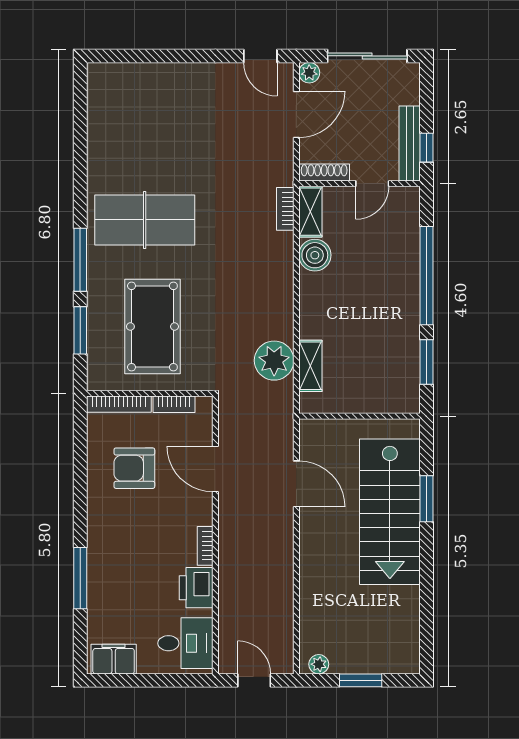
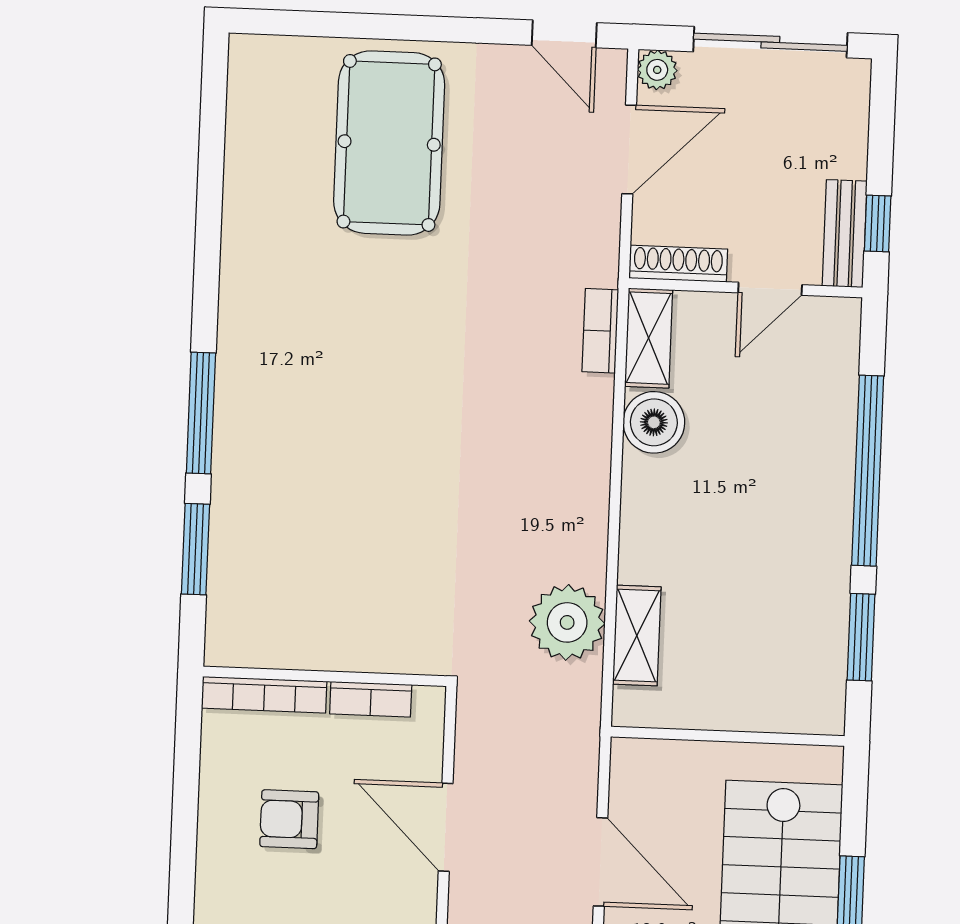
bench: (410, 143) -> (845, 234), width x0.73
table tennis table: (145, 220) -> (328, 341), removed
pool table: (152, 327) -> (389, 143), moved
armchair: (134, 468) -> (289, 819), width x0.72, depth x0.72

